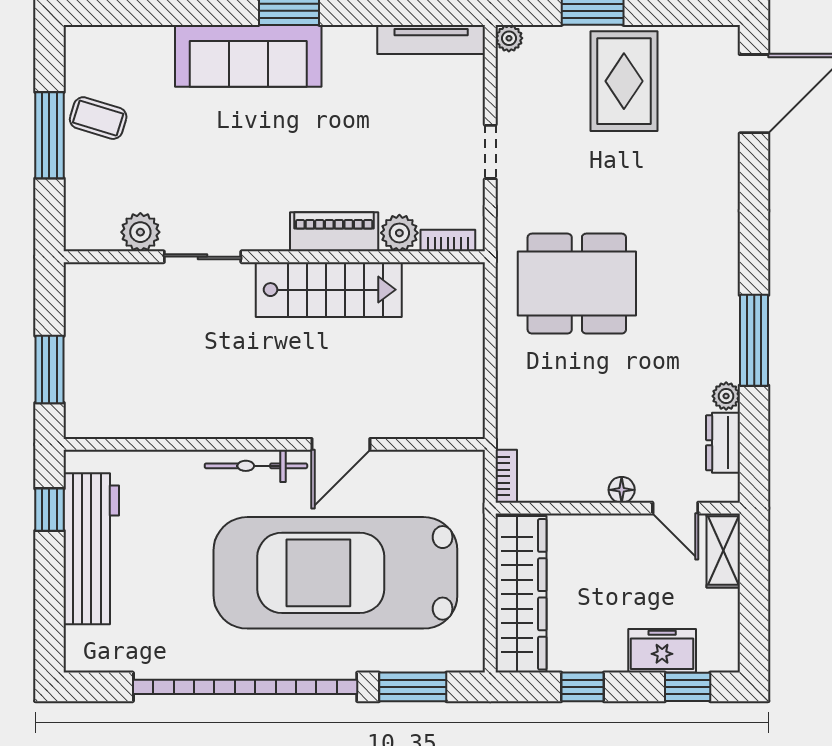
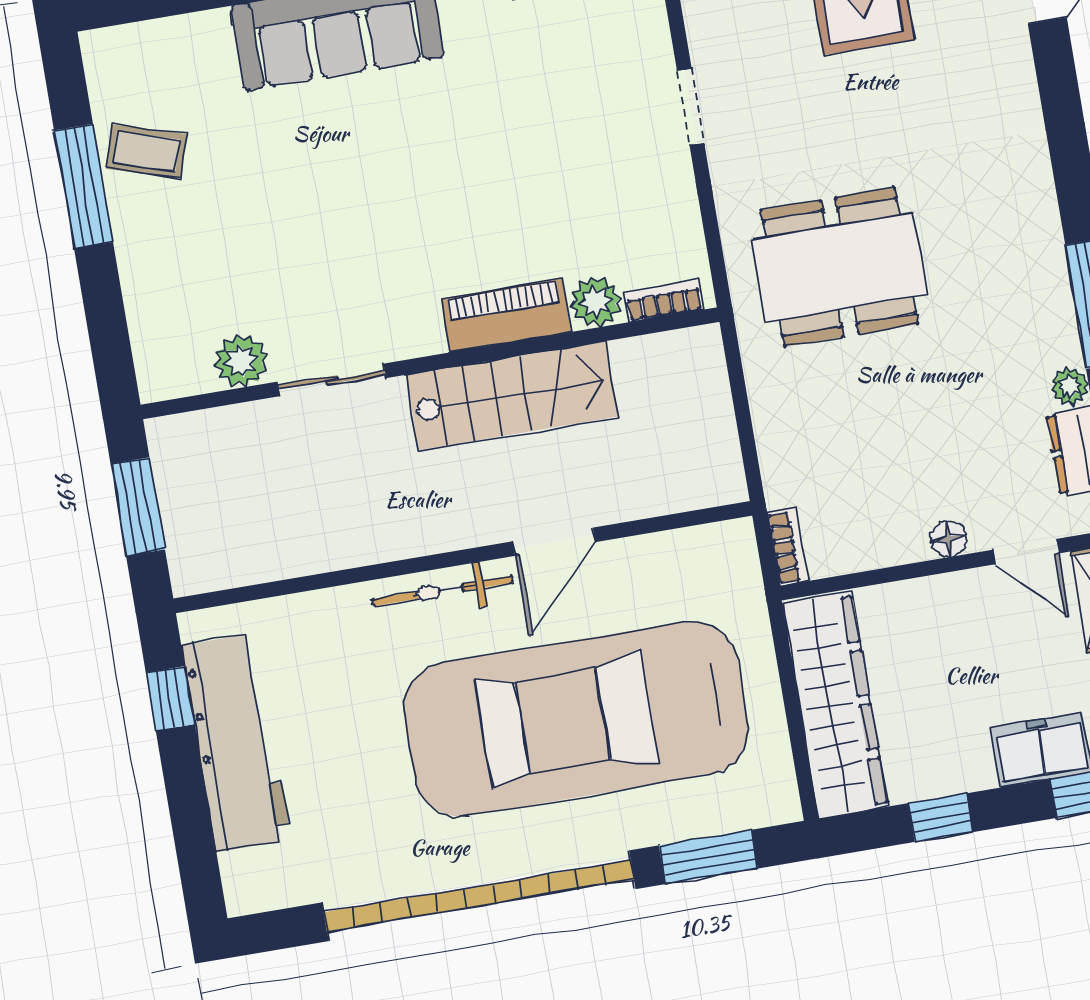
plant: (140, 232) -> (241, 361), moved
piano: (334, 232) -> (506, 315), moved
plant: (399, 233) -> (596, 302), moved
bookcase: (448, 241) -> (664, 301), moved
sliding door: (203, 257) -> (332, 380), moved
wall: (274, 257) -> (430, 363), moved
stairs: (329, 290) -> (512, 396), moved

